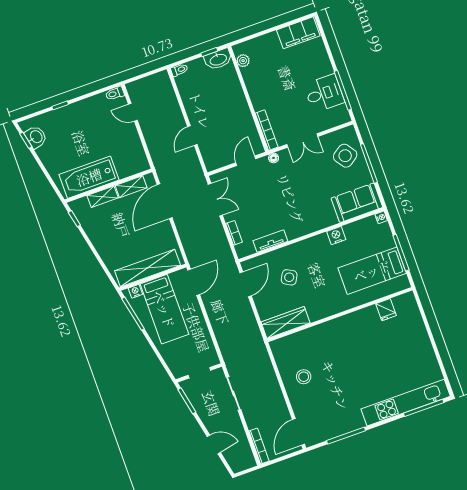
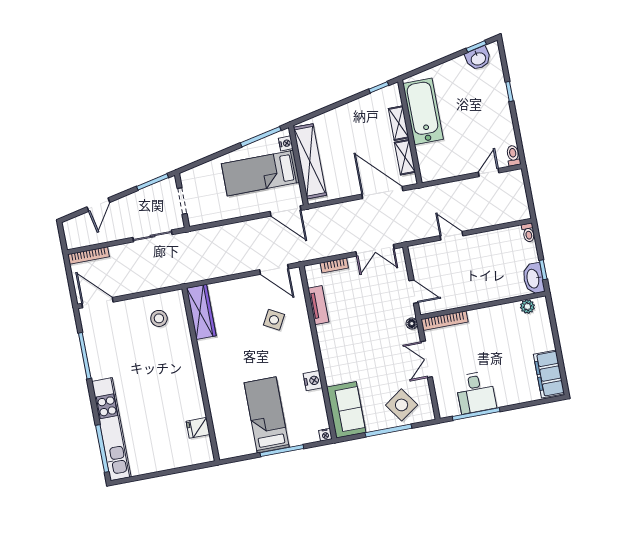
fridge: (386, 310) -> (198, 428), moved
wall: (340, 315) -> (201, 375), moved
wardrobe: (286, 323) -> (201, 312), moved

